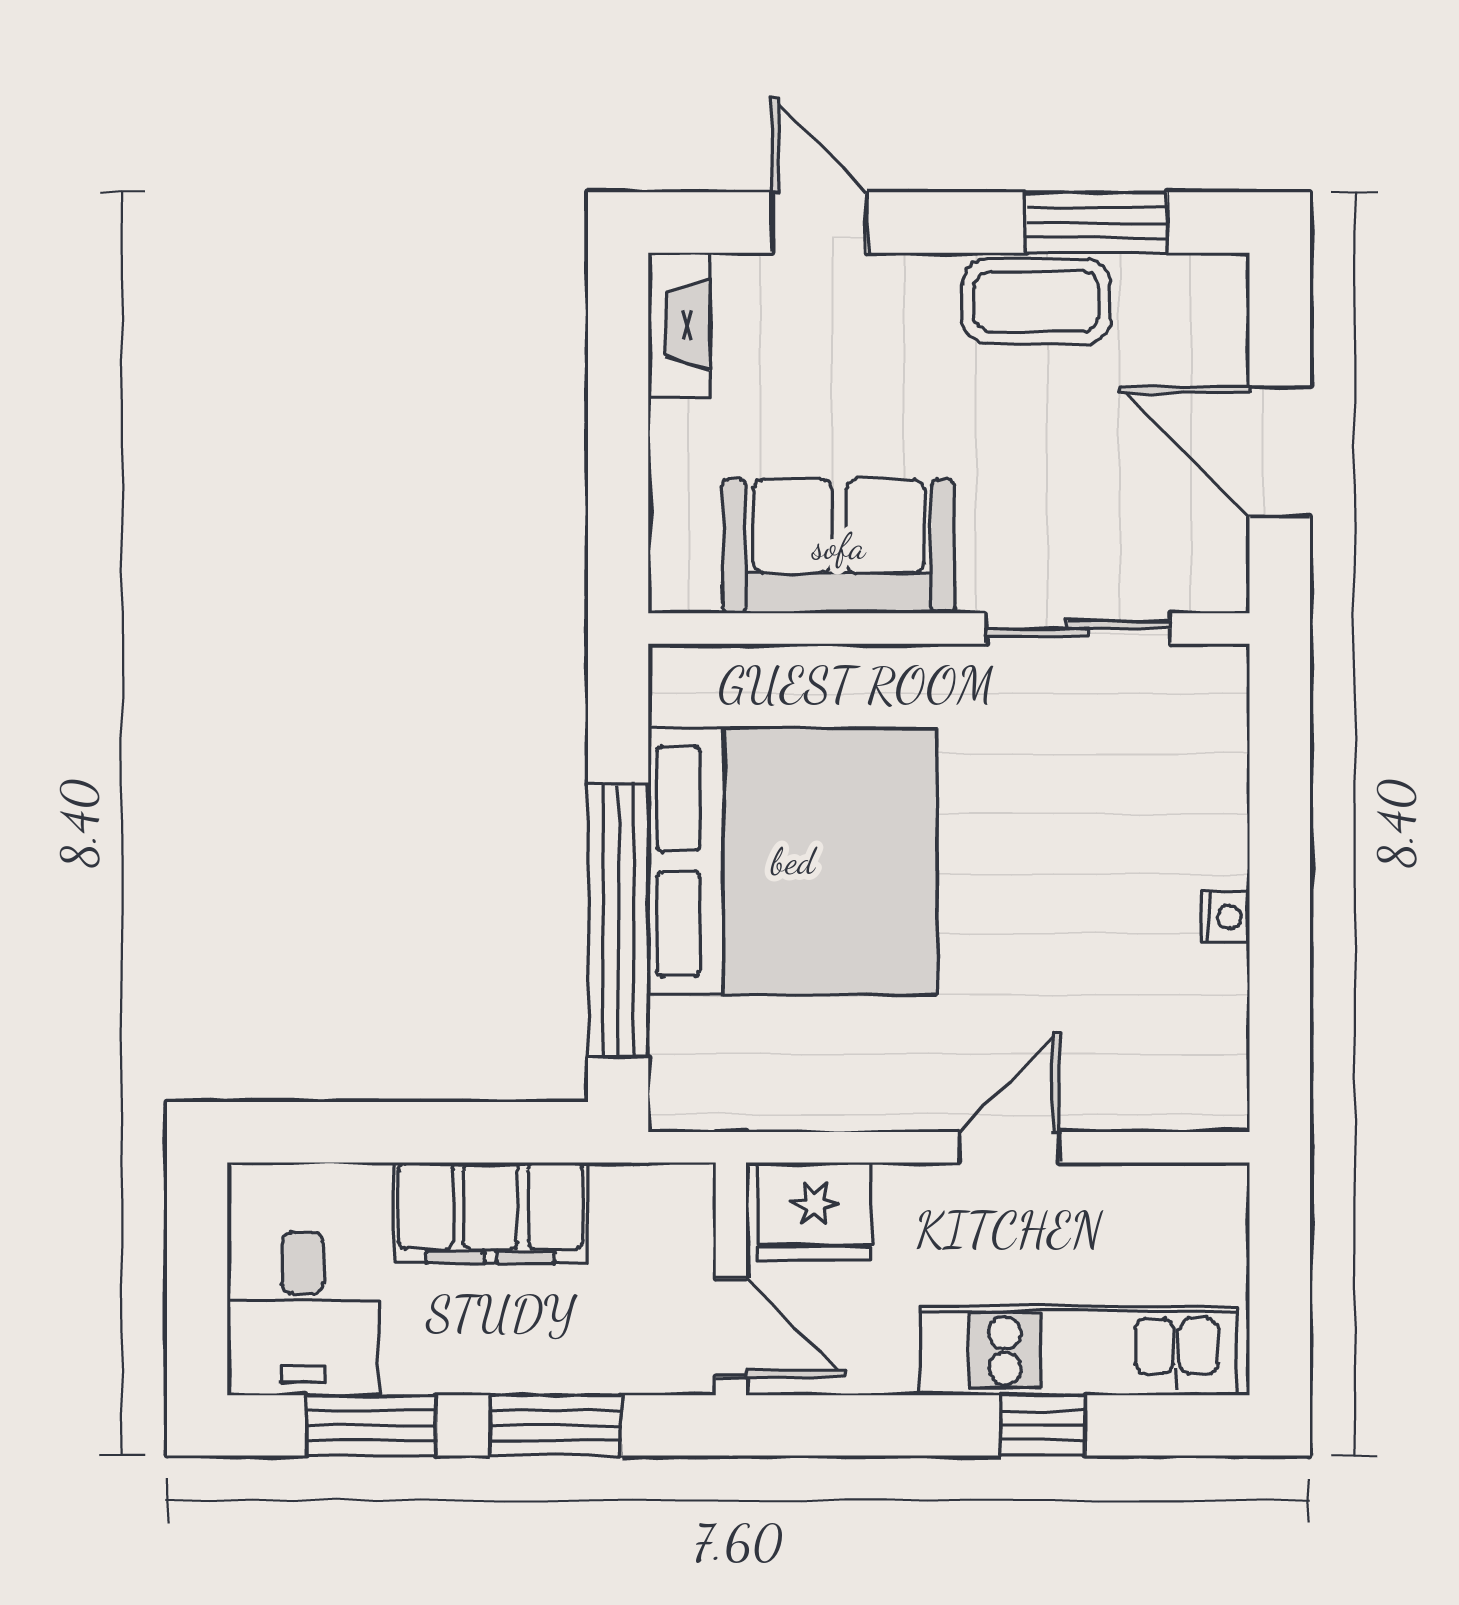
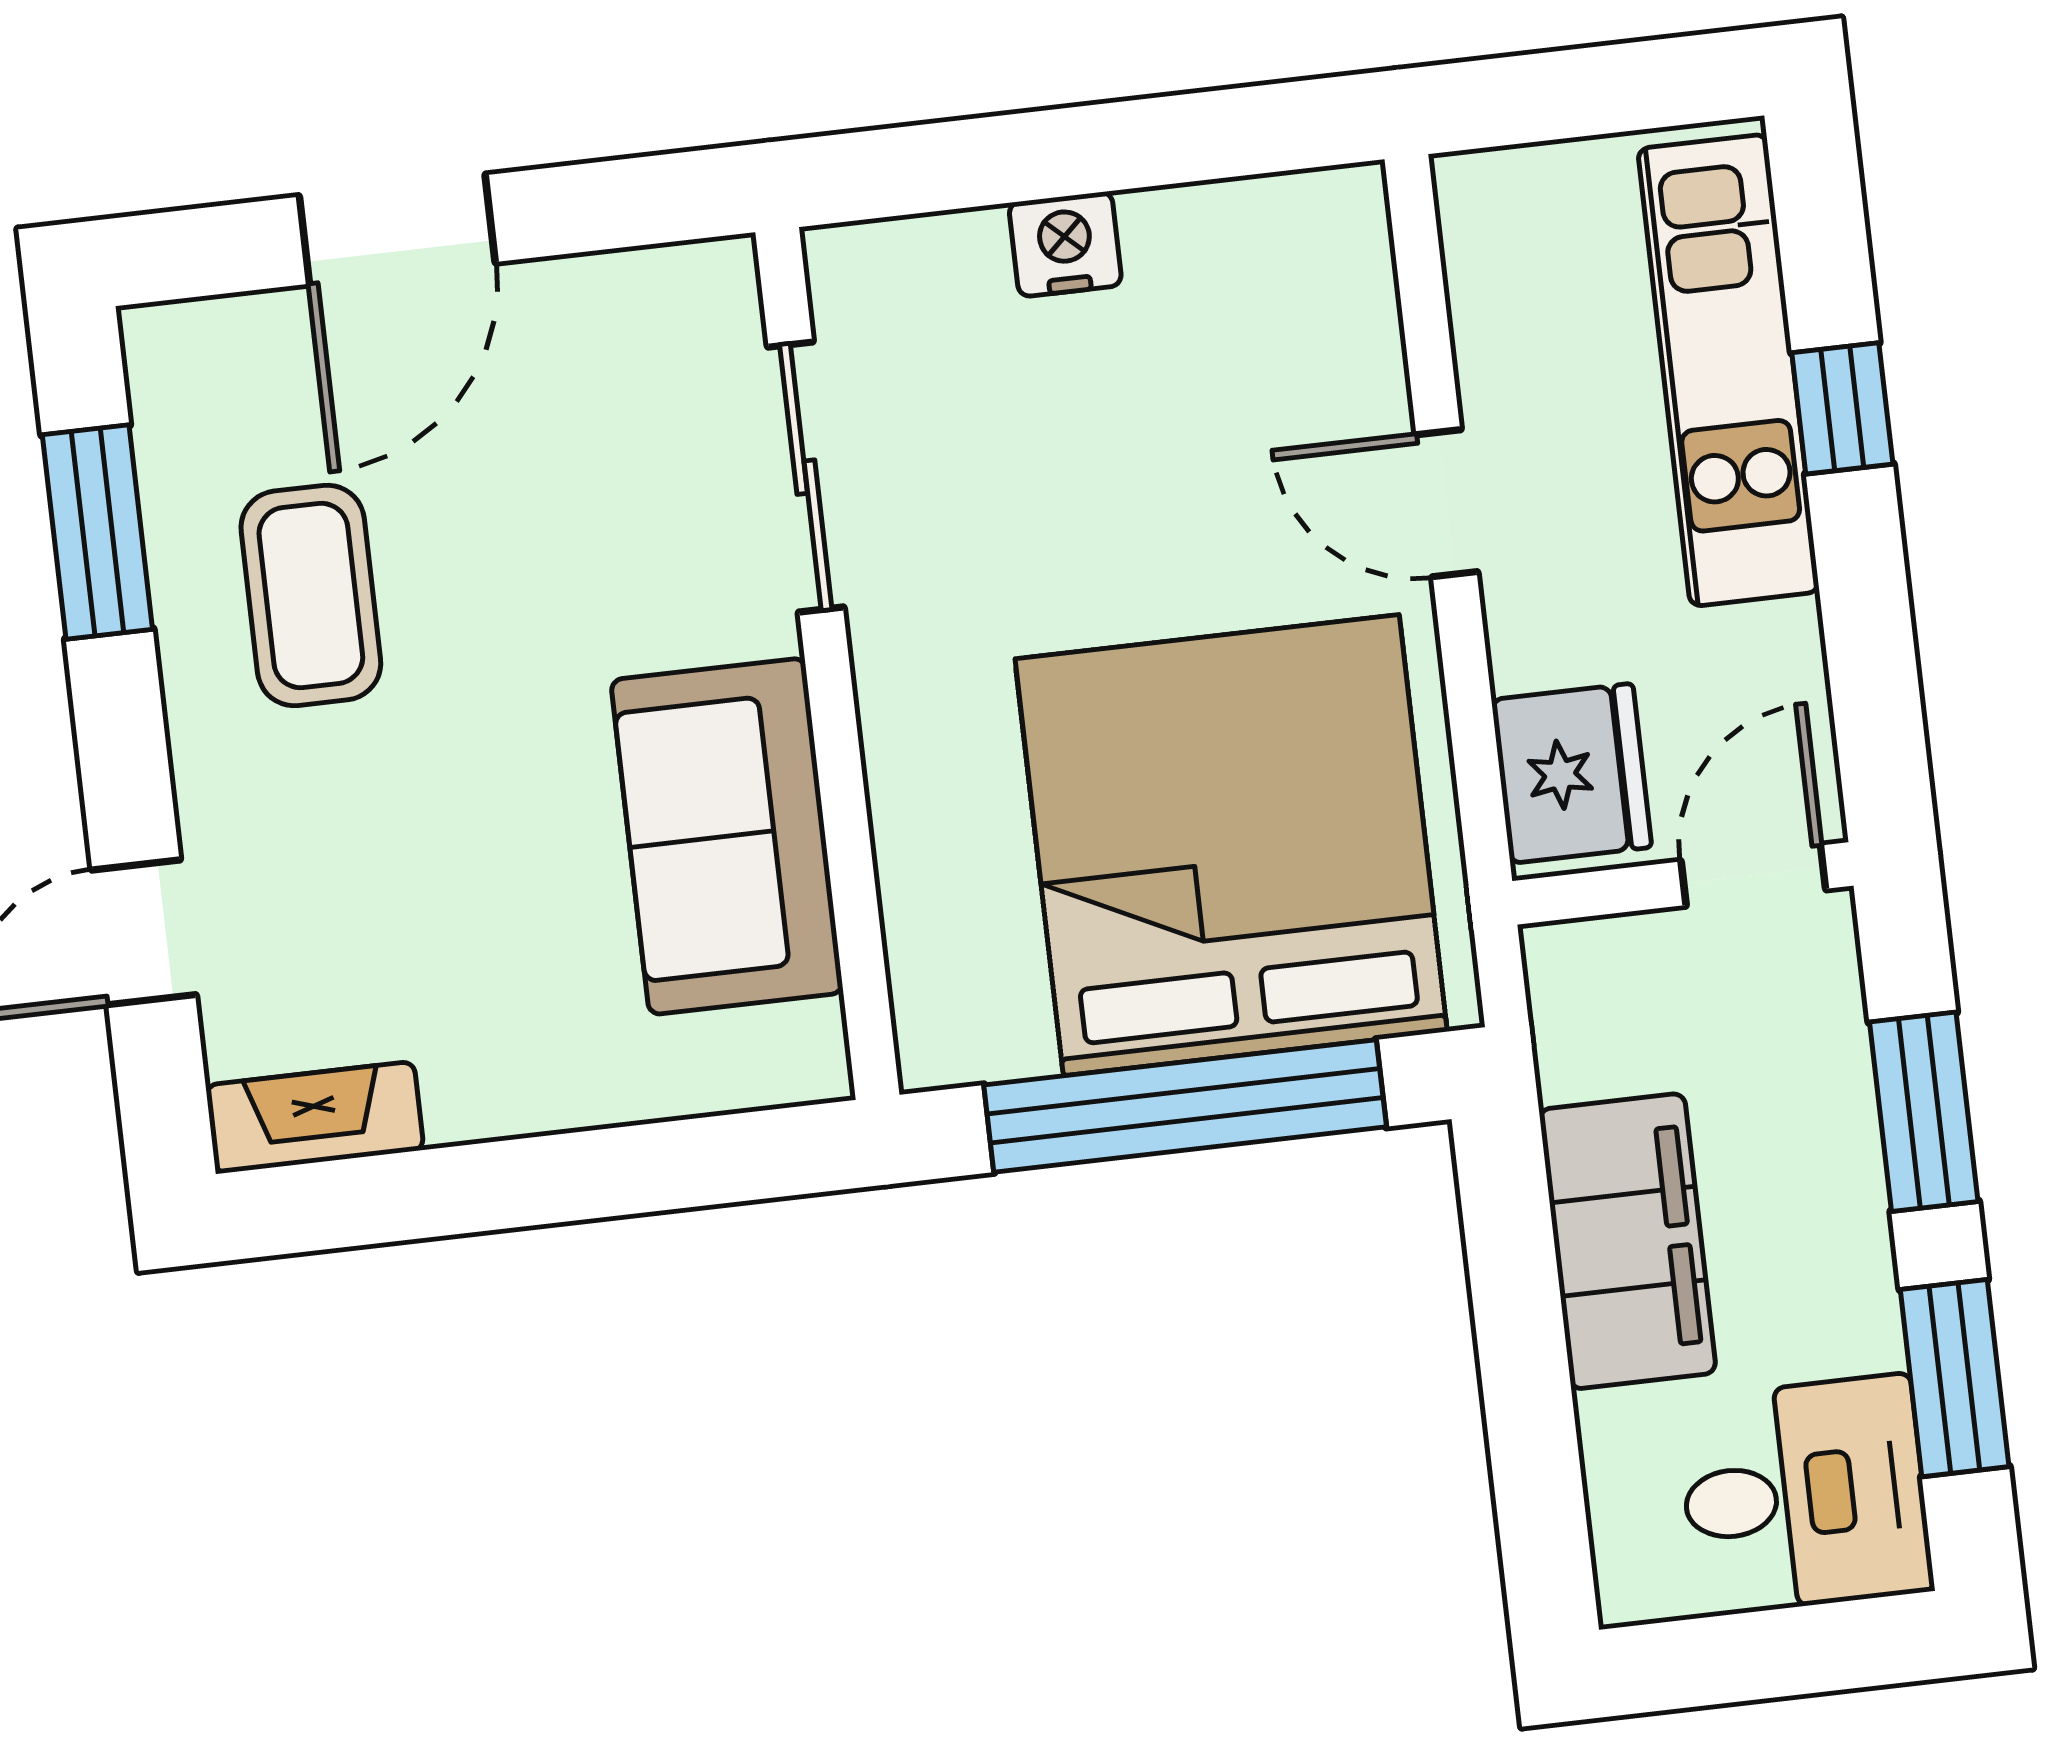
coffee table: (1037, 301) -> (311, 595), moved
sofa: (839, 546) -> (727, 836), moved
wall: (949, 628) -> (827, 664), moved
sliding door: (1078, 628) -> (806, 477), moved
bed: (793, 861) -> (1231, 845), moved
nightstand: (1225, 917) -> (1065, 244), width x1.39, depth x1.35

